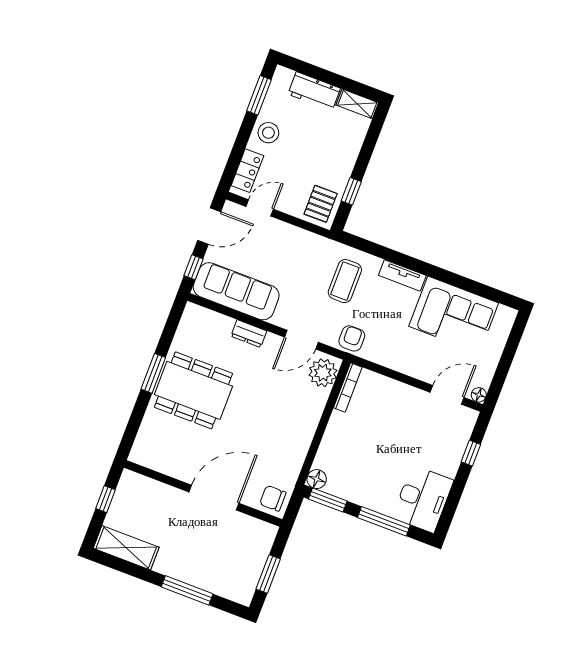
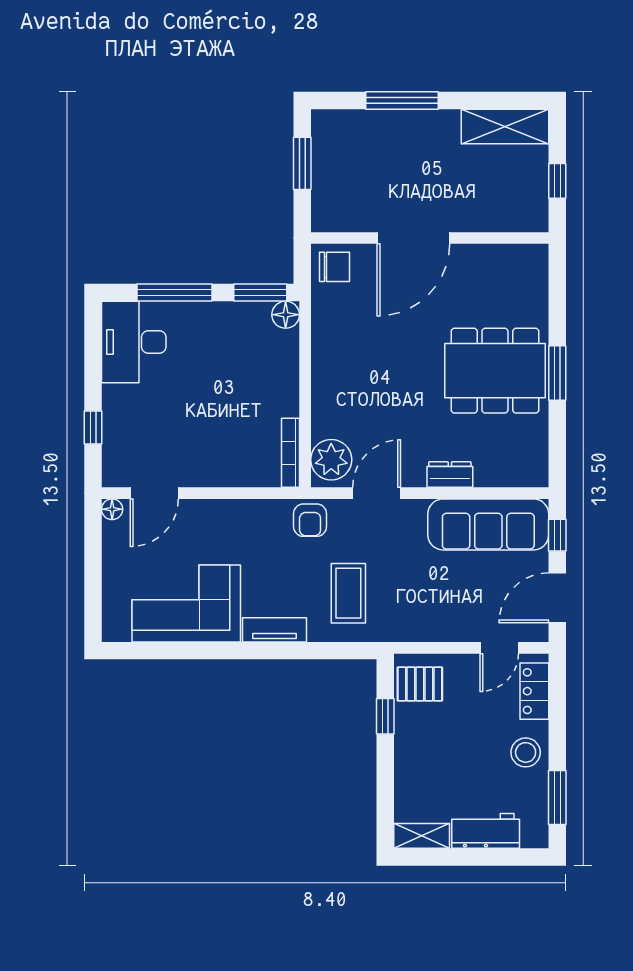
pallet: (321, 204) -> (420, 684), turned 90

